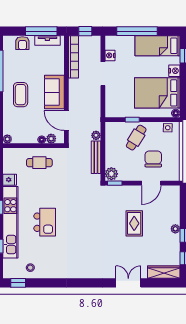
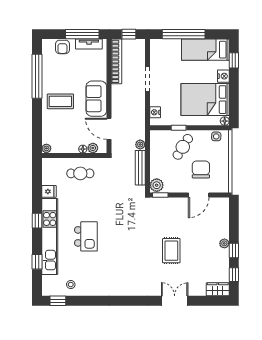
nightstand: (110, 55) -> (155, 112), moved
coffee table: (21, 95) -> (60, 101), turned 90
rug: (134, 223) -> (171, 251), moved
wardrobe: (164, 272) -> (218, 289), width x0.67

